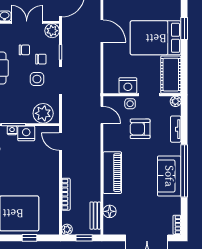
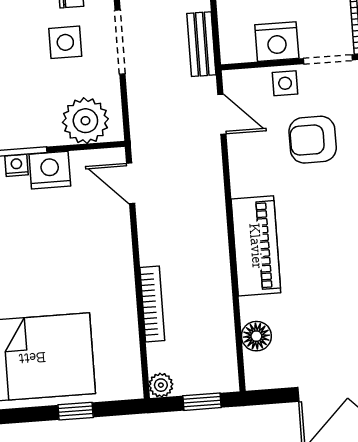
bench: (95, 216) -> (201, 44), moved

